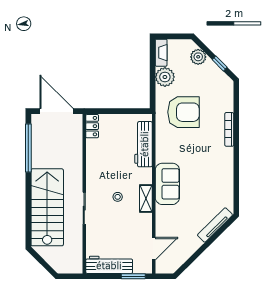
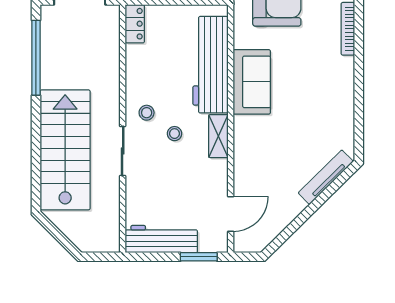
workbench: (144, 144) -> (210, 65), width x1.36, depth x1.32
stool: (100, 183) -> (147, 113), added
sofa: (167, 184) -> (252, 82), moved

